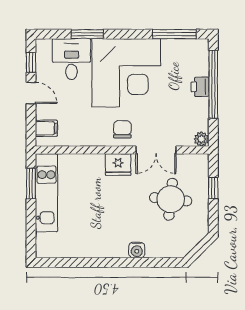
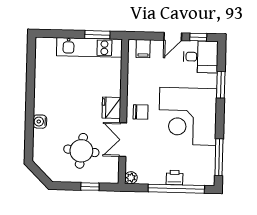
desk: (72, 59) -> (201, 57), moved

